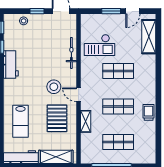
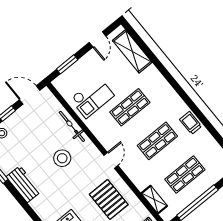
window: (111, 11) -> (67, 64), moved
stool: (54, 87) -> (62, 158), moved
door: (79, 95) -> (111, 160), swing flipped
shelving: (86, 121) -> (154, 200), moved

